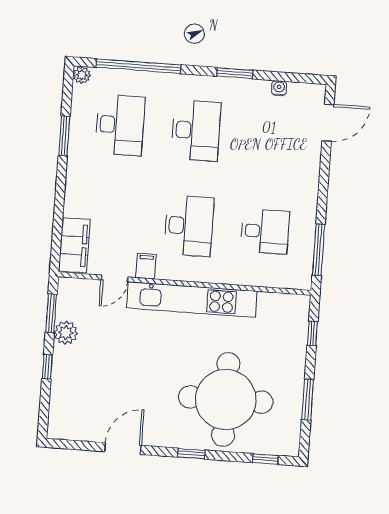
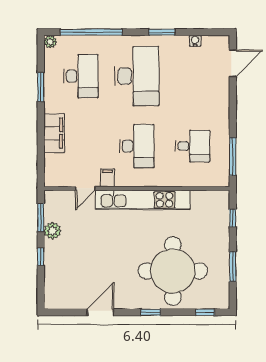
desk: (196, 130) -> (137, 76), width x1.36, depth x1.30
filing cabinet: (74, 245) -> (54, 133), moved

